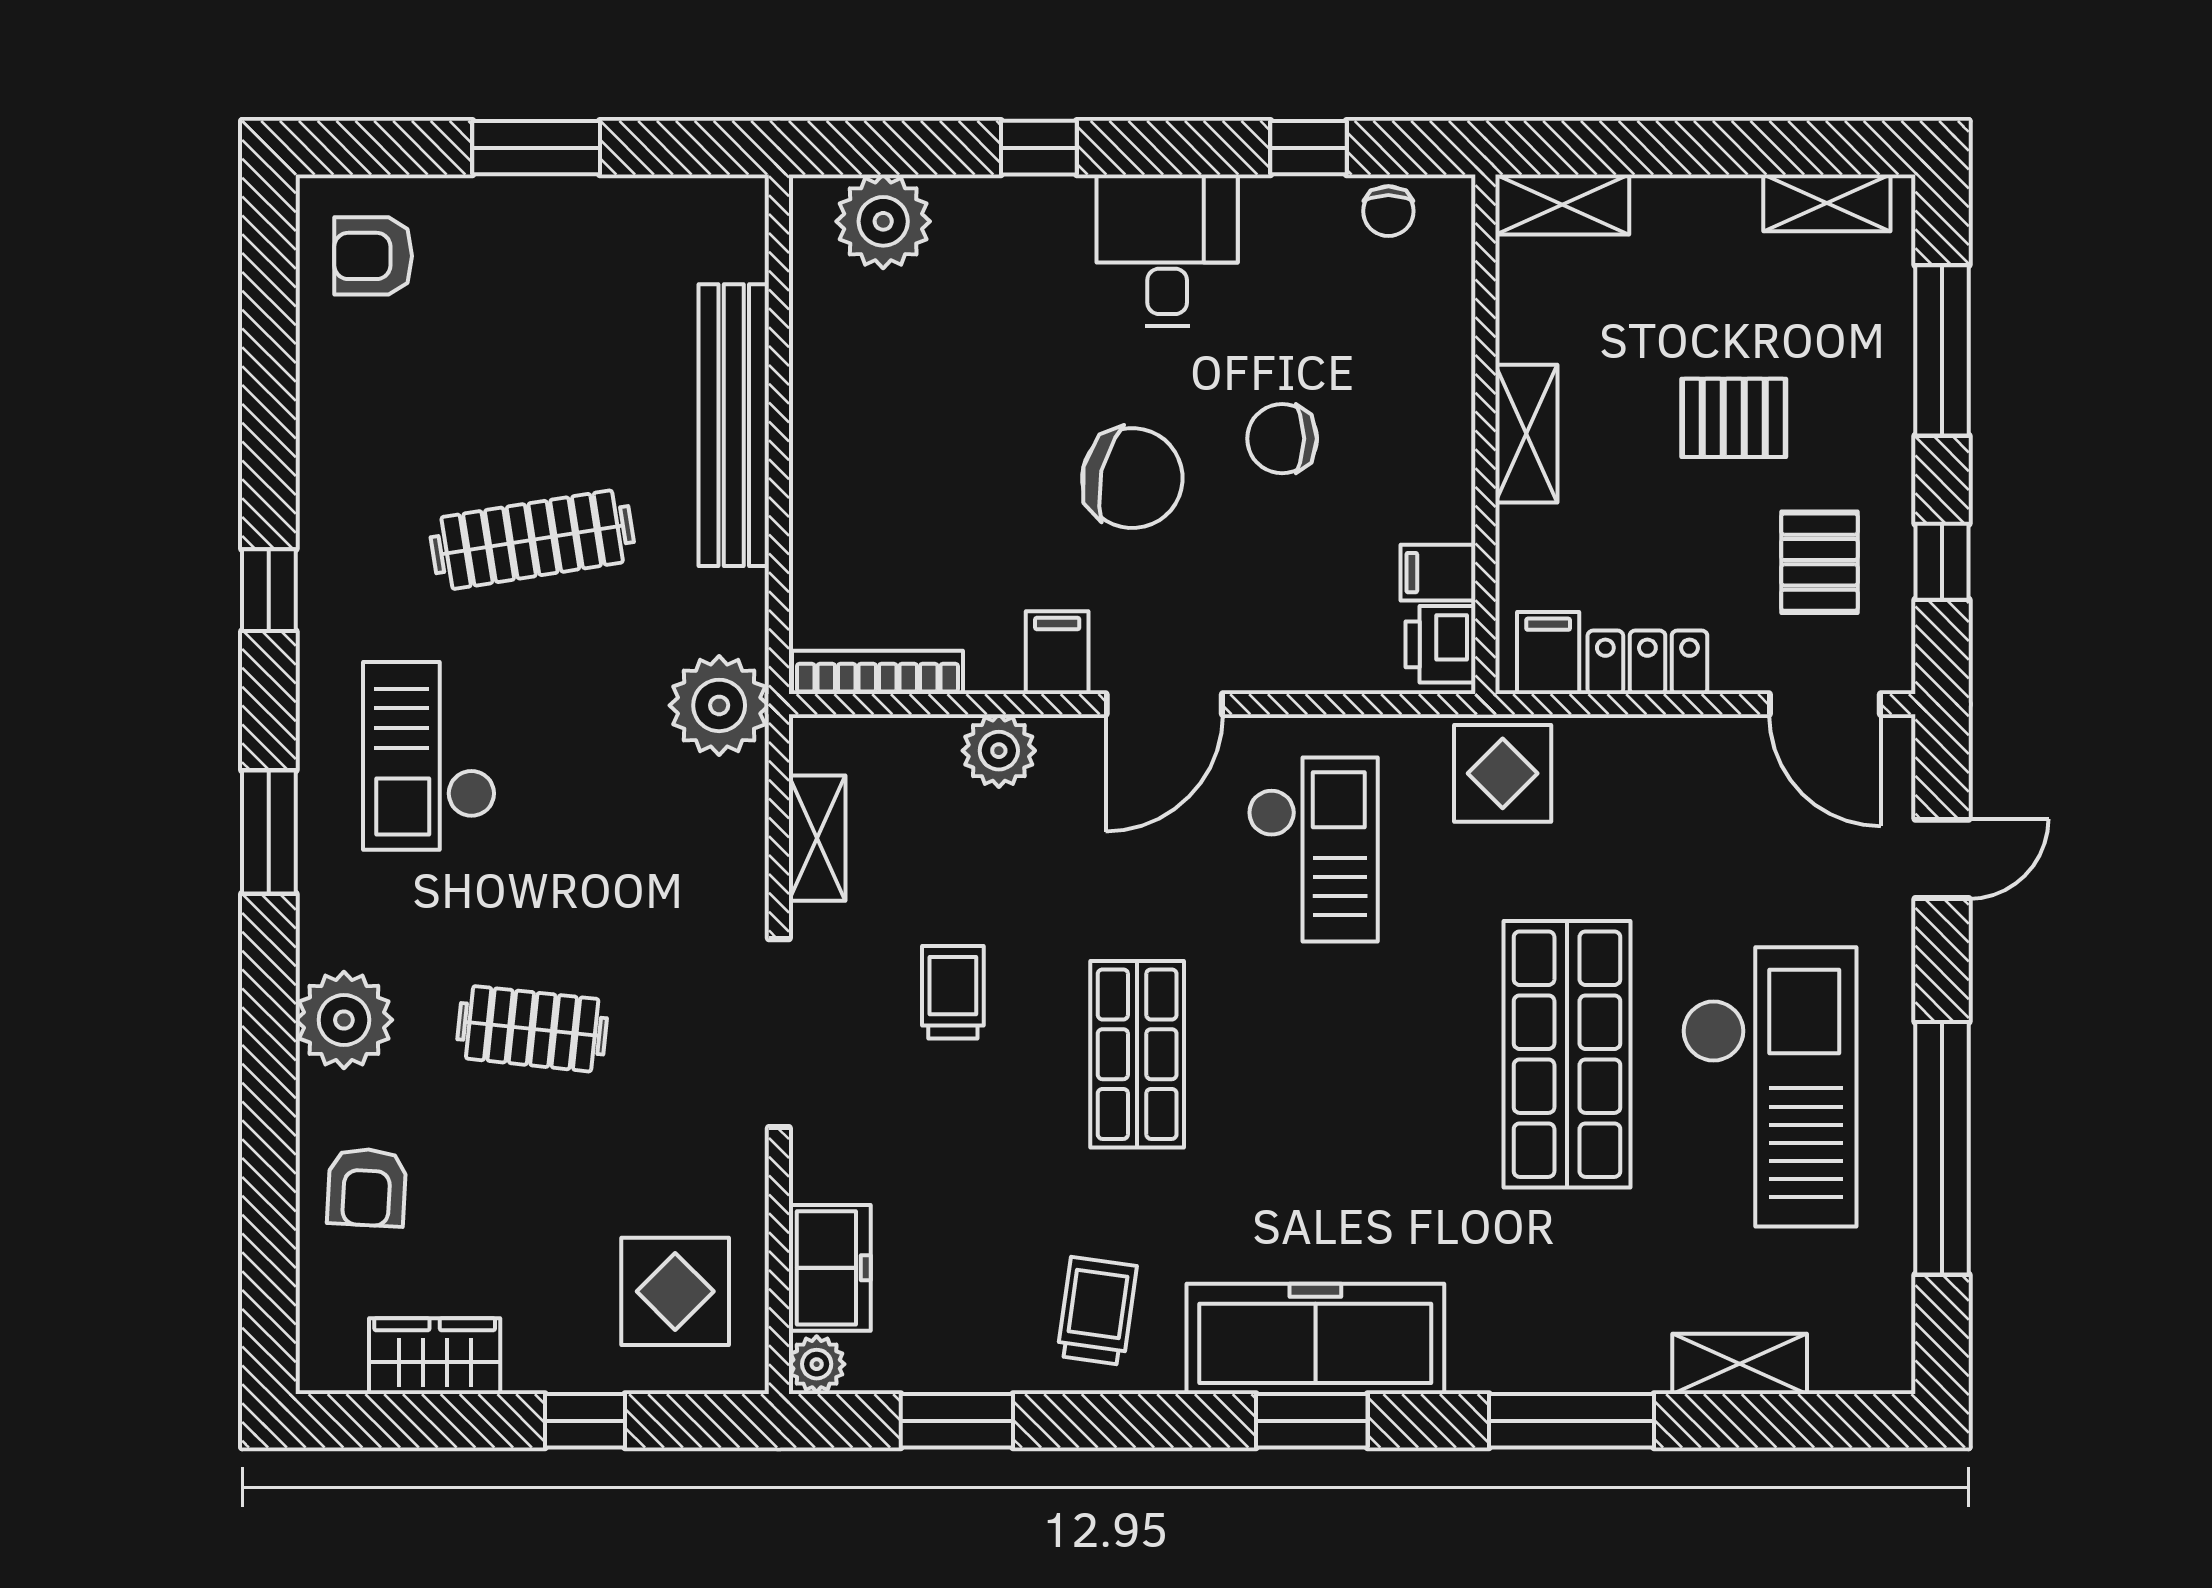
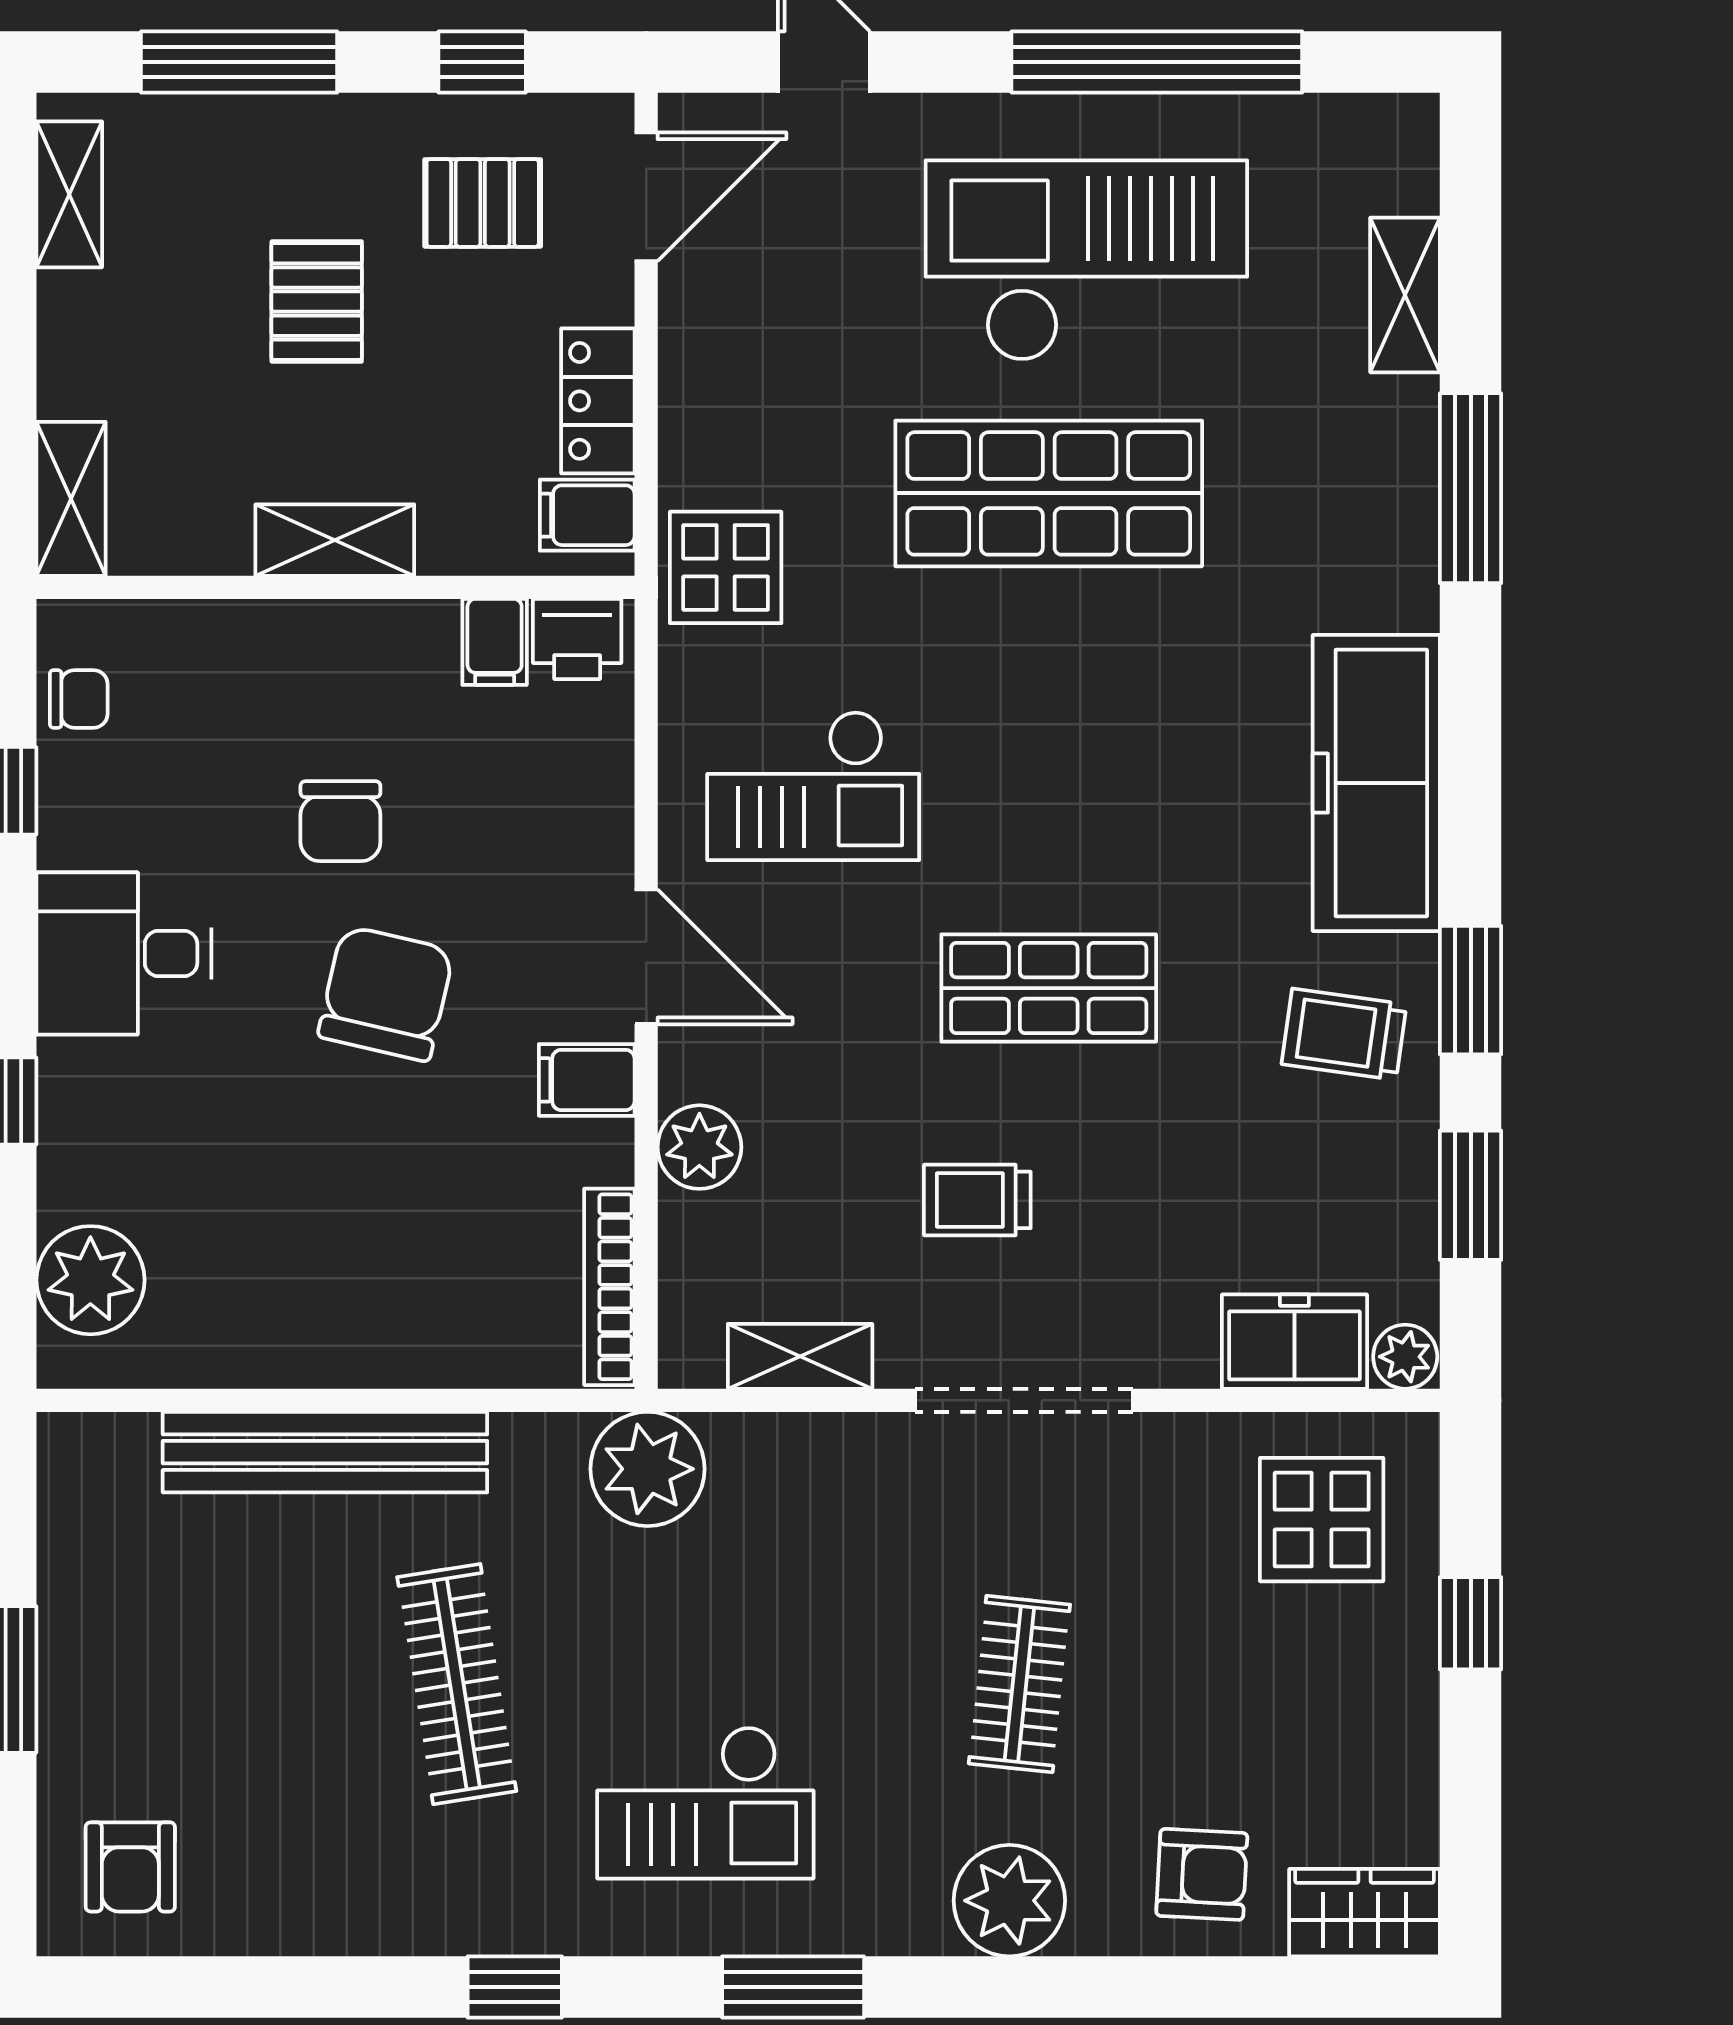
checkout: (1313, 850) -> (813, 786), turned 180
wardrobe: (435, 1356) -> (1364, 1913), moved, turned 90
window: (1312, 1421) -> (1471, 990), moved

